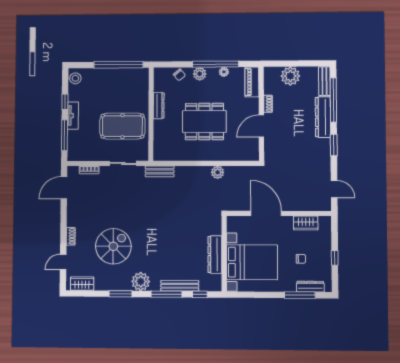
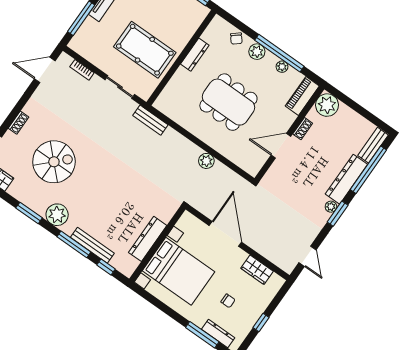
plant: (290, 76) -> (327, 105), moved
plant: (326, 143) -> (331, 207), added

